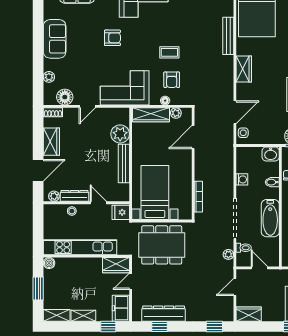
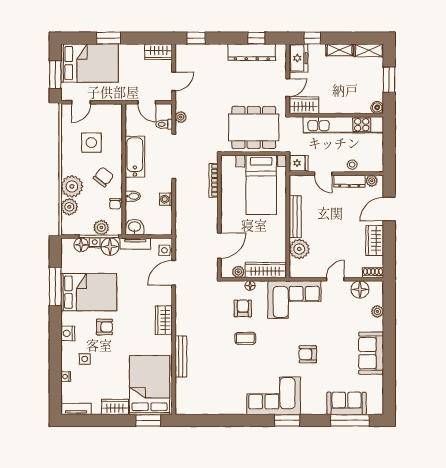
tv unit: (270, 139) -> (135, 244), added

